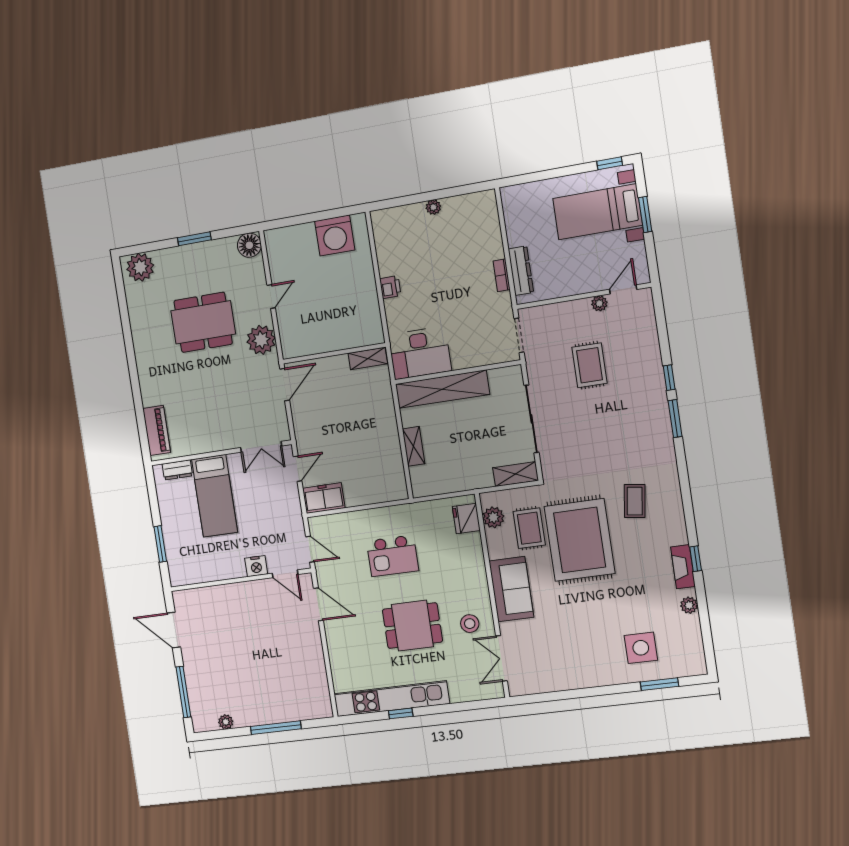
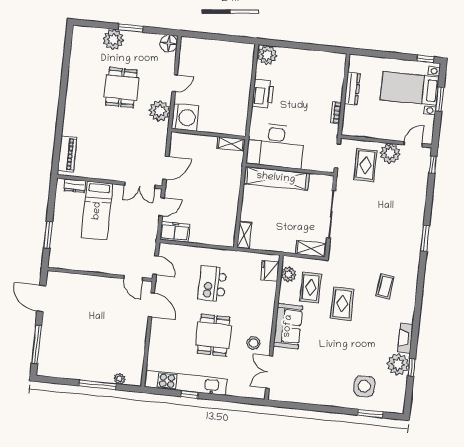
plant: (433, 207) -> (267, 55), moved, width x1.87, depth x1.87
washing machine: (335, 236) -> (185, 117), moved, turned -90
plant: (140, 267) -> (113, 39), moved
dresser: (521, 271) -> (352, 89), moved
printer: (390, 287) -> (263, 94), width x1.87, depth x1.48
plant: (599, 303) -> (390, 153), width x1.87, depth x1.87
dining table: (203, 322) -> (121, 87), width x0.73
desk: (420, 353) -> (275, 146), width x1.36, depth x1.30
rug: (590, 365) -> (365, 165), moved
window: (669, 378) -> (433, 165), moved
door: (285, 385) -> (166, 168), moved
shelving: (414, 446) -> (244, 235), moved
rug: (580, 540) -> (342, 304), width x0.54, depth x0.49
kitchen island: (393, 556) -> (212, 284), turned 90
window: (696, 559) -> (412, 367), moved
nightstand: (256, 566) -> (114, 268), removed
plant: (689, 605) -> (398, 364), width x1.87, depth x1.87
dining table: (412, 626) -> (214, 335), turned 90
plant: (226, 722) -> (120, 379), moved

